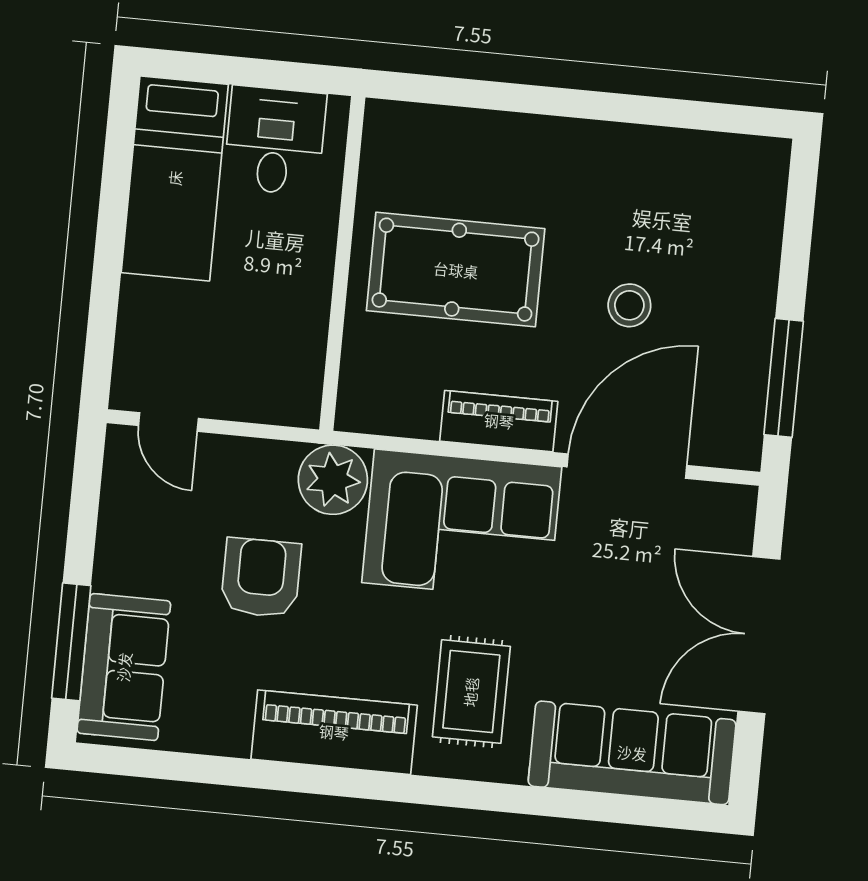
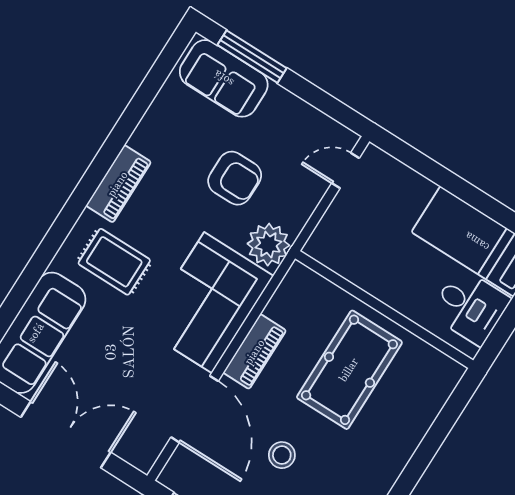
piano: (334, 732) -> (118, 184), width x0.73, depth x0.75

